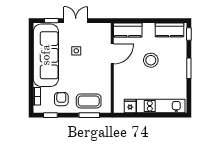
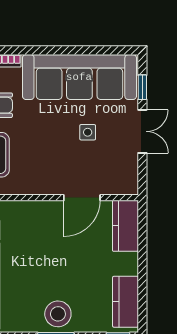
door: (112, 54) -> (82, 198), hinge flipped
stool: (151, 60) -> (58, 314), moved

